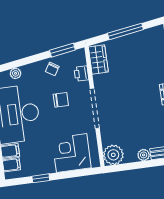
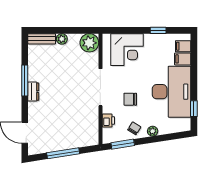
wardrobe: (98, 60) -> (91, 131), removed
plant: (16, 73) -> (153, 131), moved

